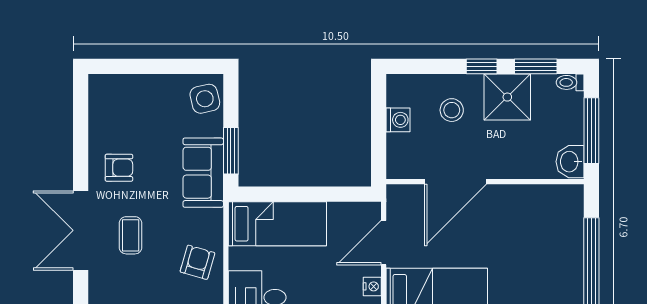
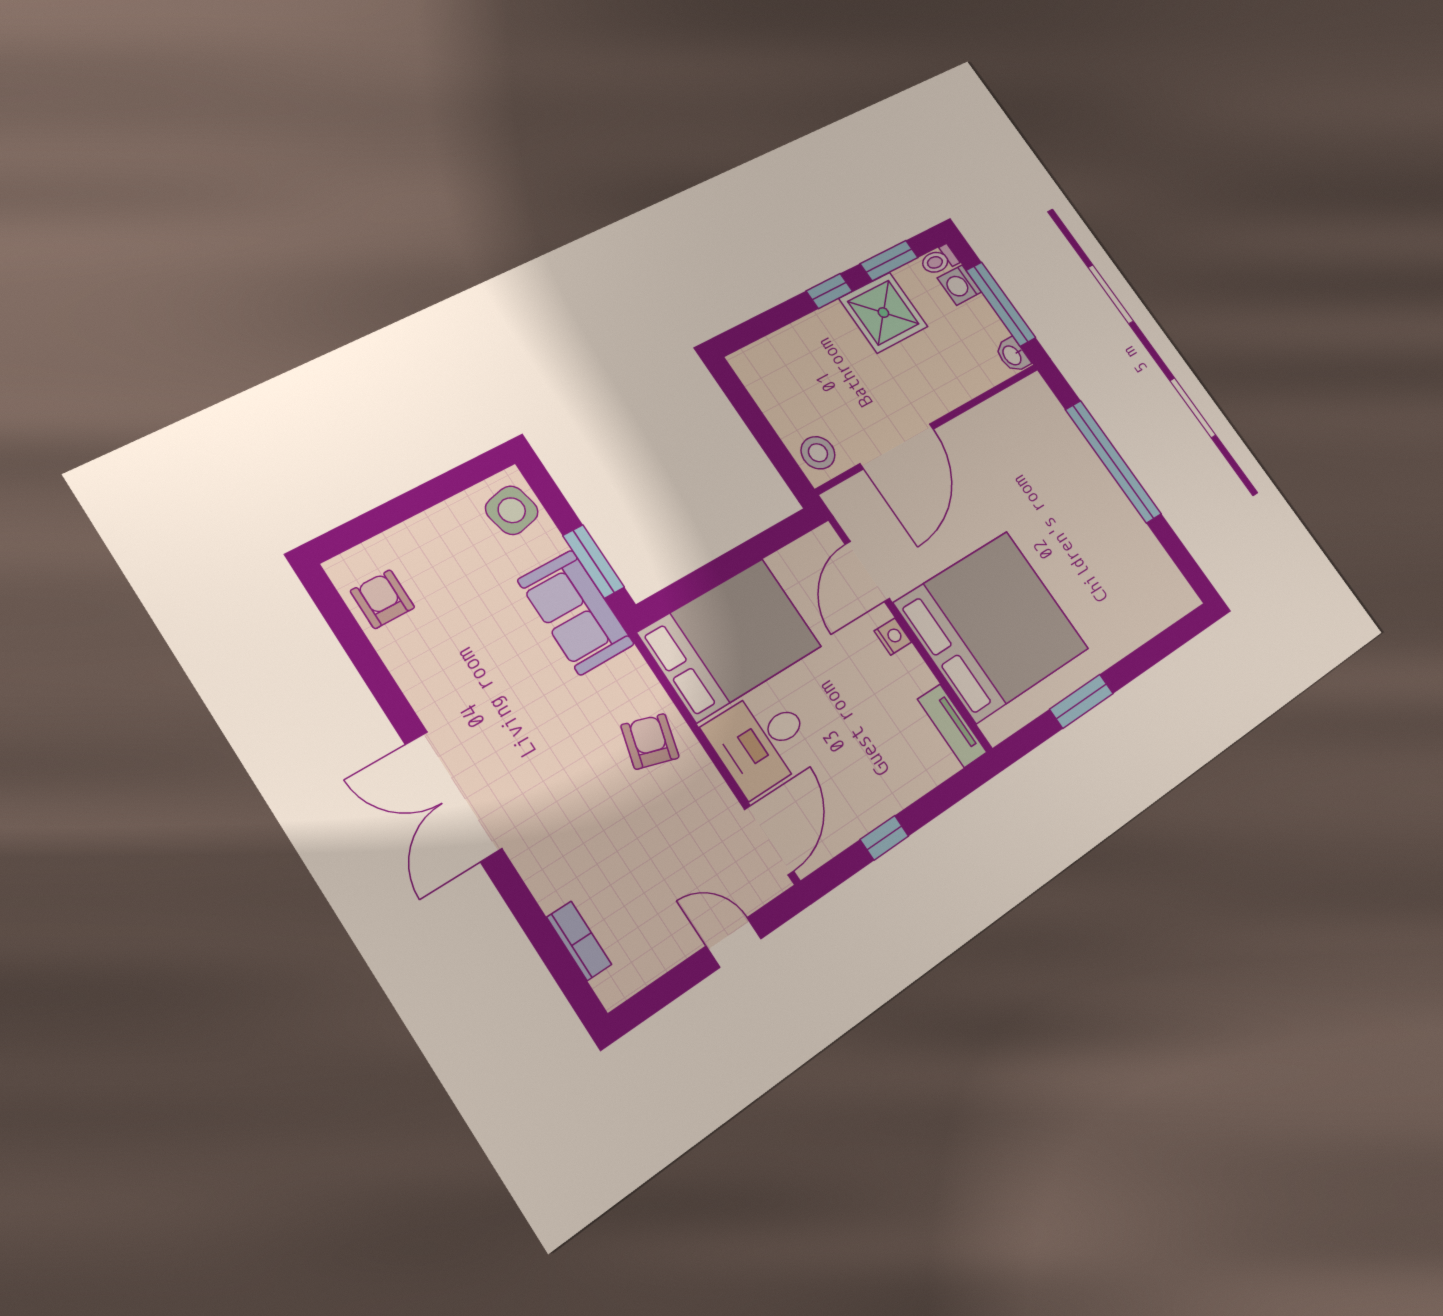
stool: (452, 110) -> (818, 453), moved
washing machine: (398, 120) -> (959, 285), moved, turned 180
washbasin: (570, 162) -> (1013, 355), width x0.72, depth x0.69
armchair: (119, 168) -> (382, 599), moved, turned -90
bed: (277, 224) -> (730, 640), width x1.50
coffee table: (131, 235) -> (531, 760), removed

